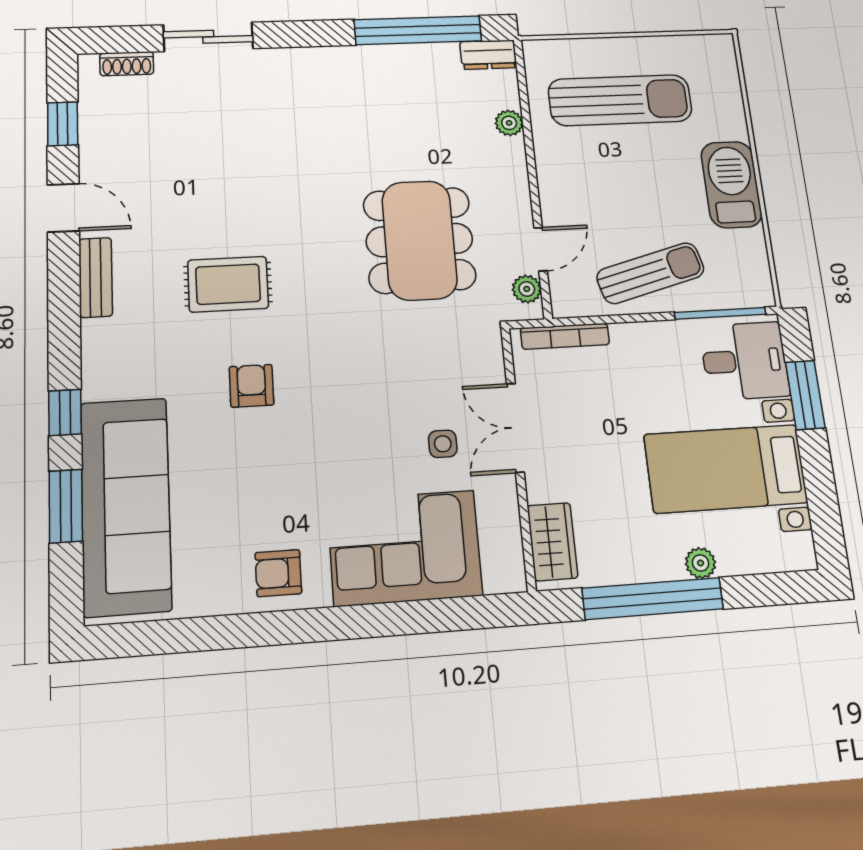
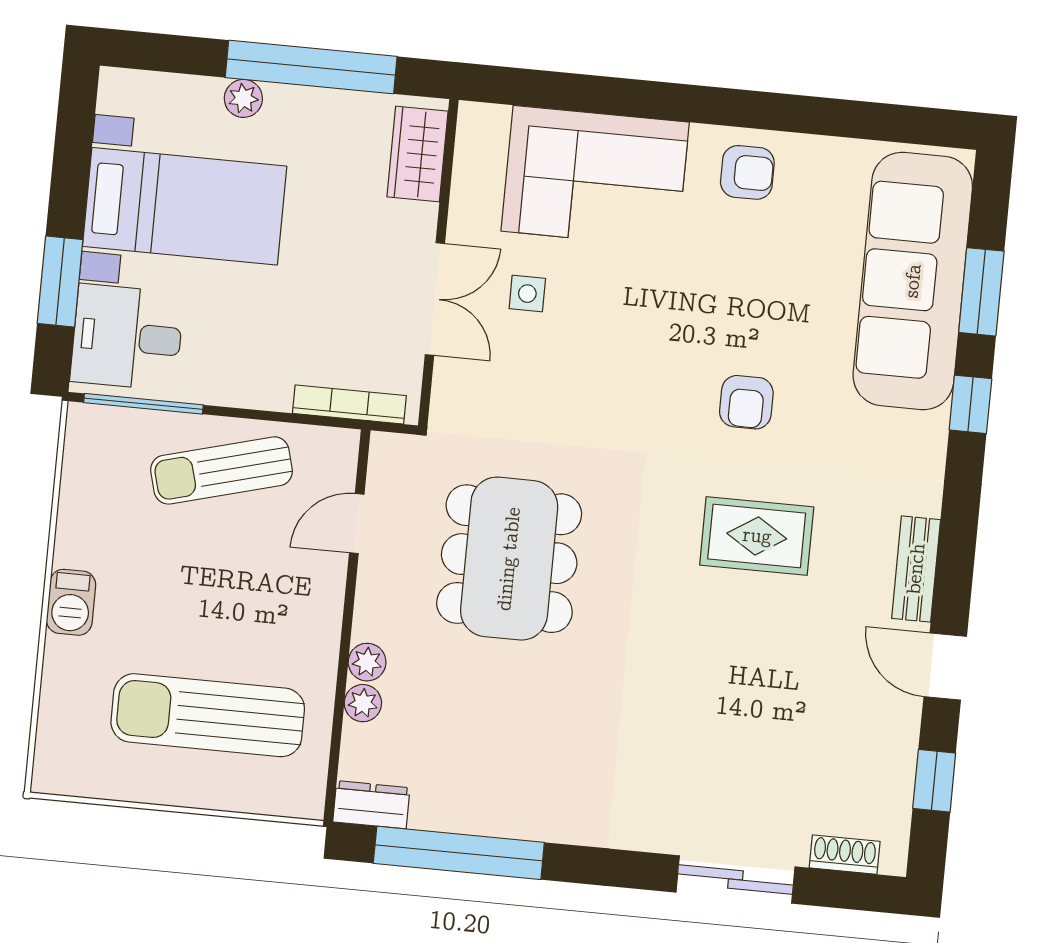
barbecue: (731, 185) -> (71, 602), width x0.53, depth x0.65
plant: (527, 289) -> (367, 662), moved

